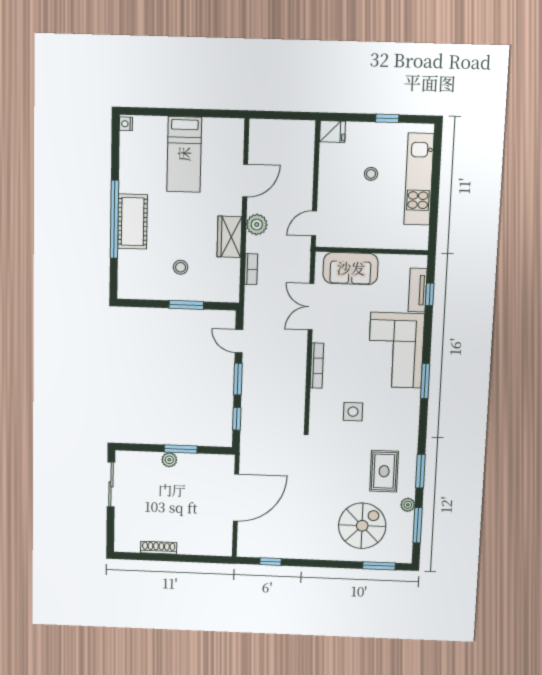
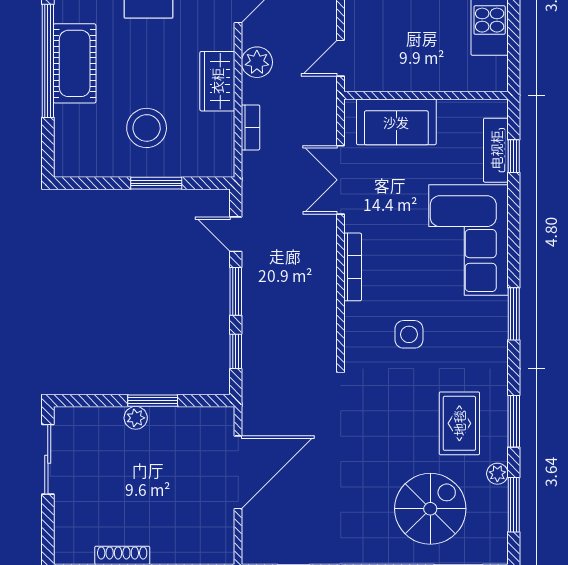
stool: (181, 267) -> (147, 128), width x1.89, depth x1.89
window: (425, 381) -> (514, 314), moved

